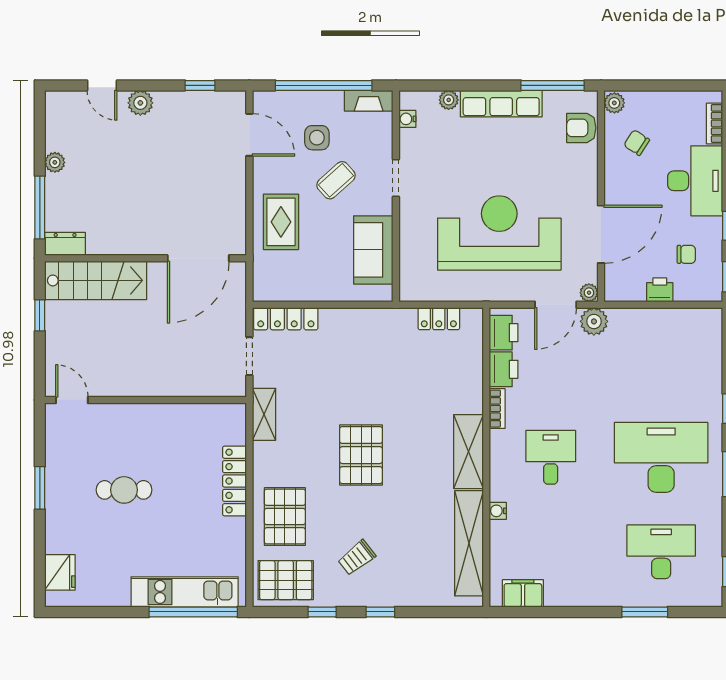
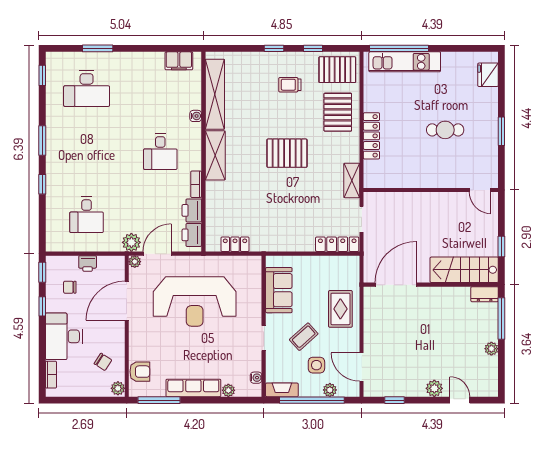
plant: (297, 100) -> (330, 390), added
pallet: (361, 455) -> (287, 153), turned 90
desk: (661, 457) -> (87, 215), moved, width x0.53, depth x0.77
trolley: (357, 558) -> (290, 85), turned -142

